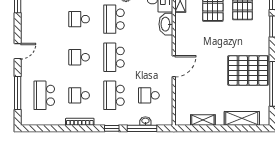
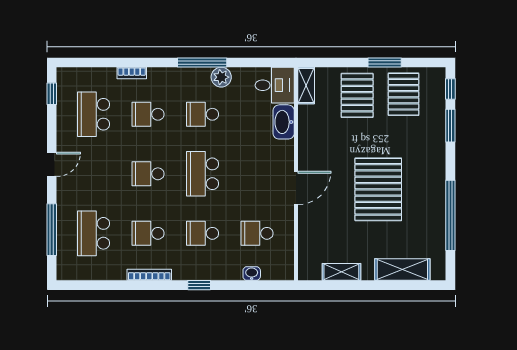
school desk: (44, 19) -> (94, 114), added
school desk: (114, 19) -> (203, 114), width x0.54
pallet: (248, 70) -> (378, 189), moved, turned 90
school desk: (114, 95) -> (203, 233), width x0.54
window: (142, 128) -> (246, 285), removed

